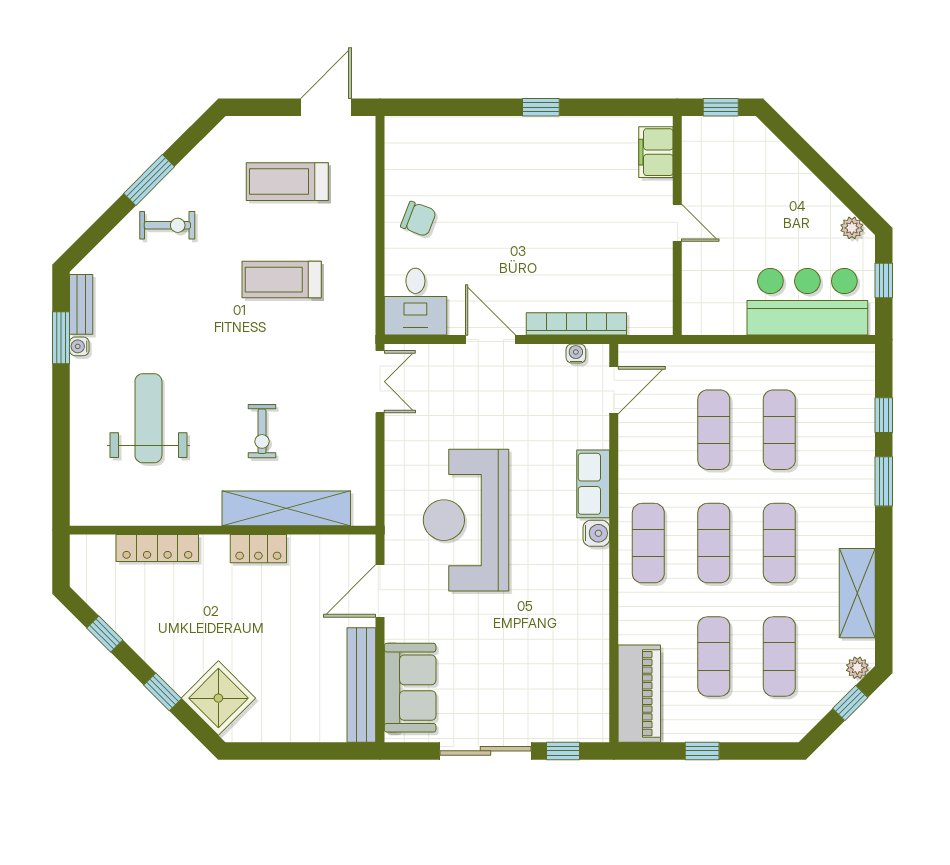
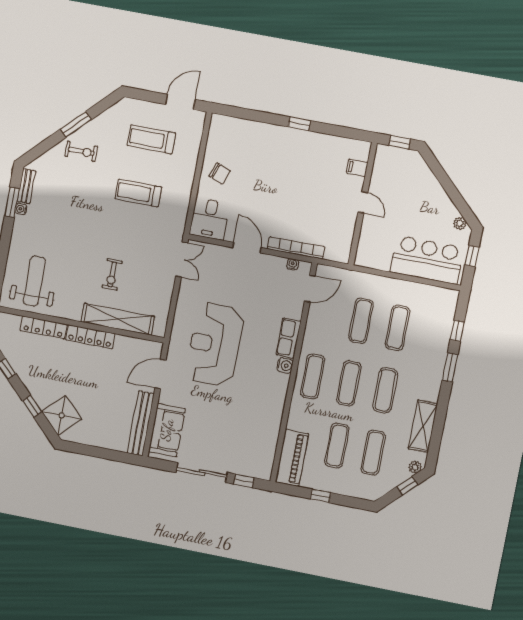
filing cabinet: (656, 152) -> (357, 168), width x0.50
weight bench: (148, 418) -> (34, 281), moved
locker: (258, 549) -> (90, 337), width x1.53

